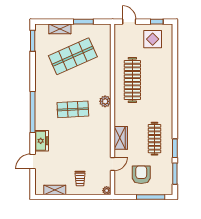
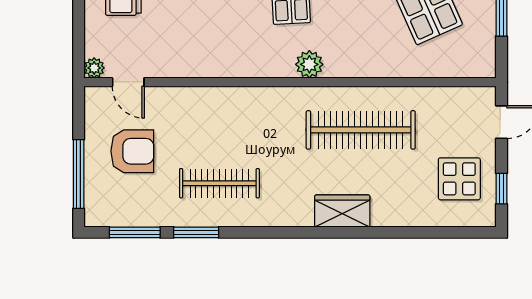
wardrobe: (121, 138) -> (342, 211), moved, turned 180
door: (113, 164) -> (128, 82), moved

